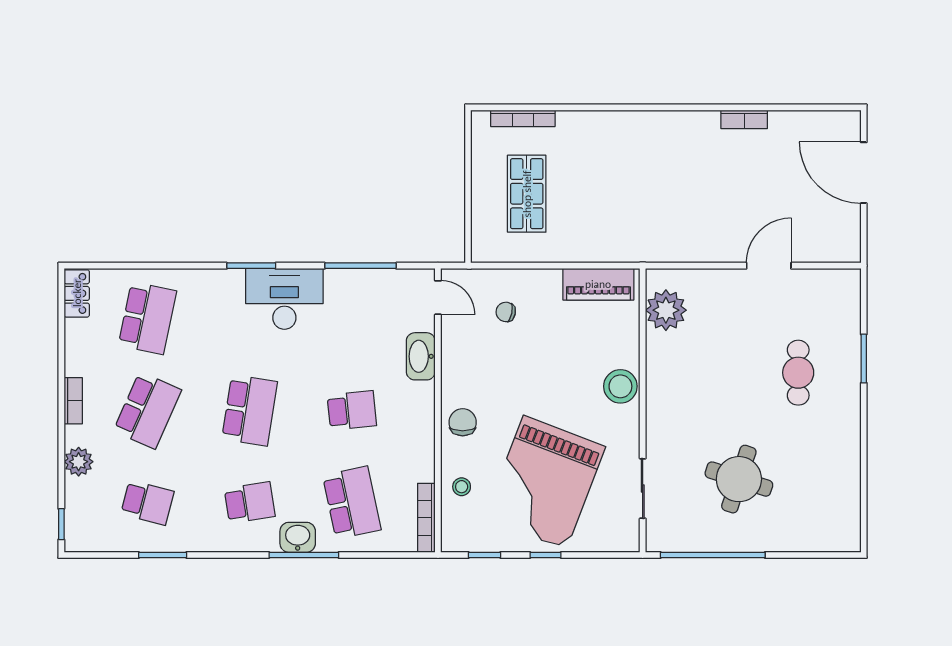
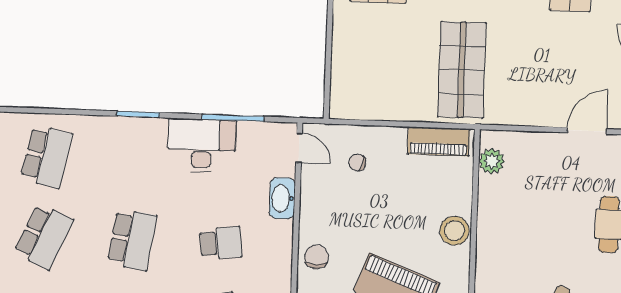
shop shelf: (527, 194) -> (462, 70), moved, width x1.43, depth x1.36
desk: (284, 299) -> (202, 145), moved
plant: (666, 310) -> (492, 161), width x0.73, depth x0.73

